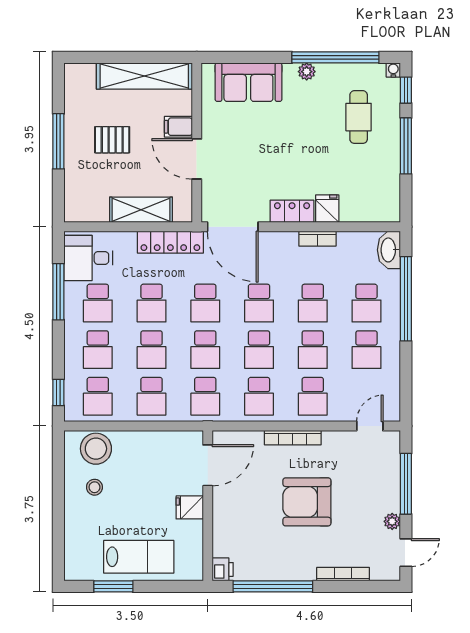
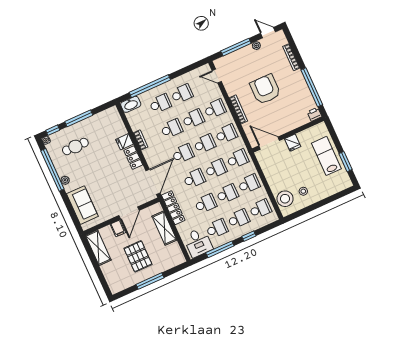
shelving: (144, 76) -> (98, 248), width x0.68
pallet: (112, 140) -> (138, 256), width x1.50, depth x1.42
window: (58, 392) -> (249, 236), moved
armchair: (307, 502) -> (265, 89), turned 180

